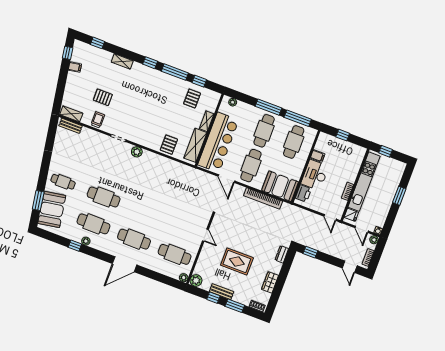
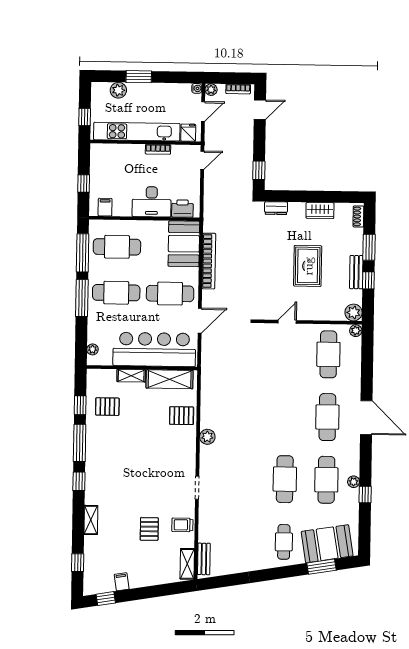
plant: (137, 152) -> (207, 437), moved
filing cabinet: (318, 156) -> (105, 207), moved
plant: (395, 179) -> (118, 90), added

